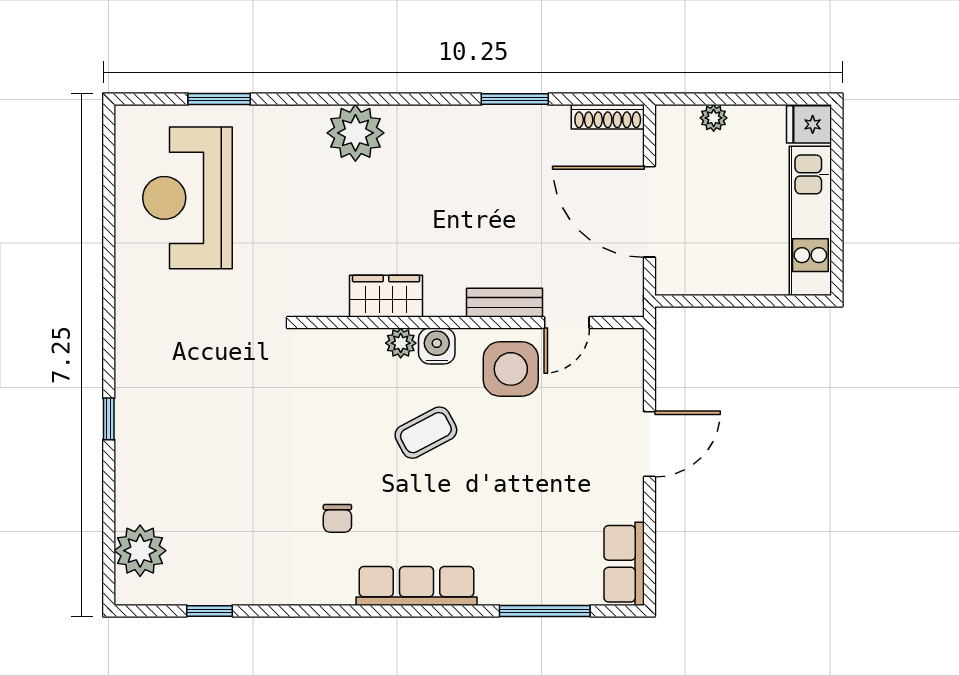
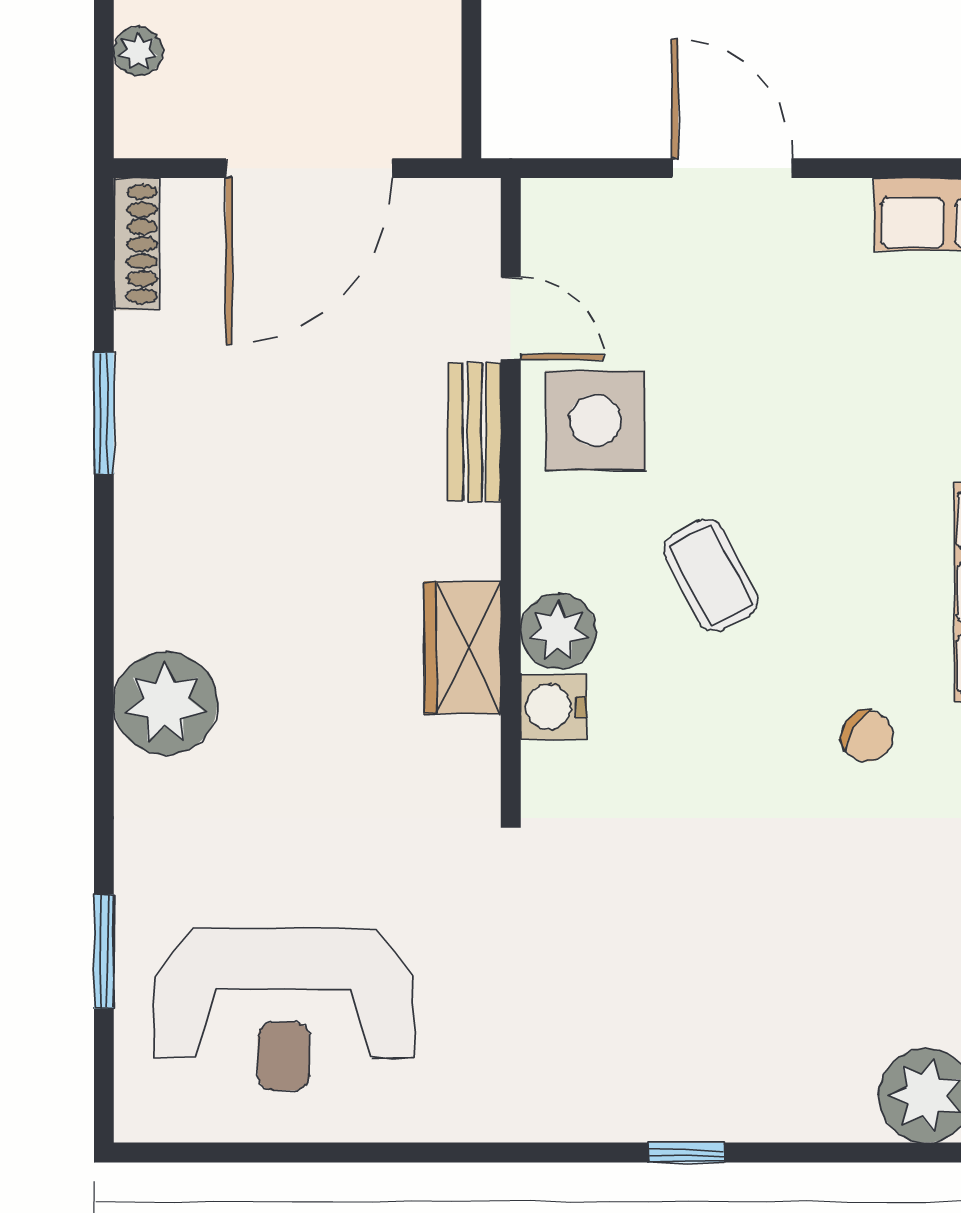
plant: (401, 343) -> (558, 631), width x1.38, depth x1.38
water cooler: (437, 346) -> (554, 707), moved
chair: (337, 518) -> (867, 736), turned 34

